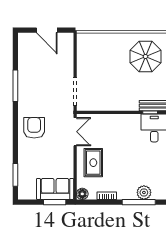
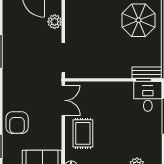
plant: (67, 58) -> (55, 22), added
armchair: (34, 128) -> (17, 123), moved, turned 180

